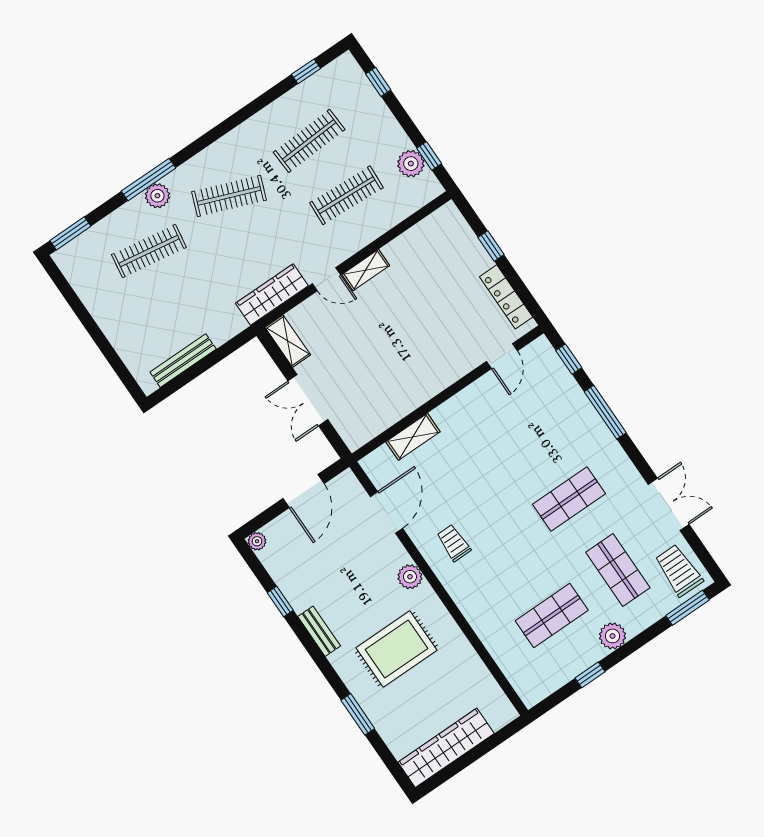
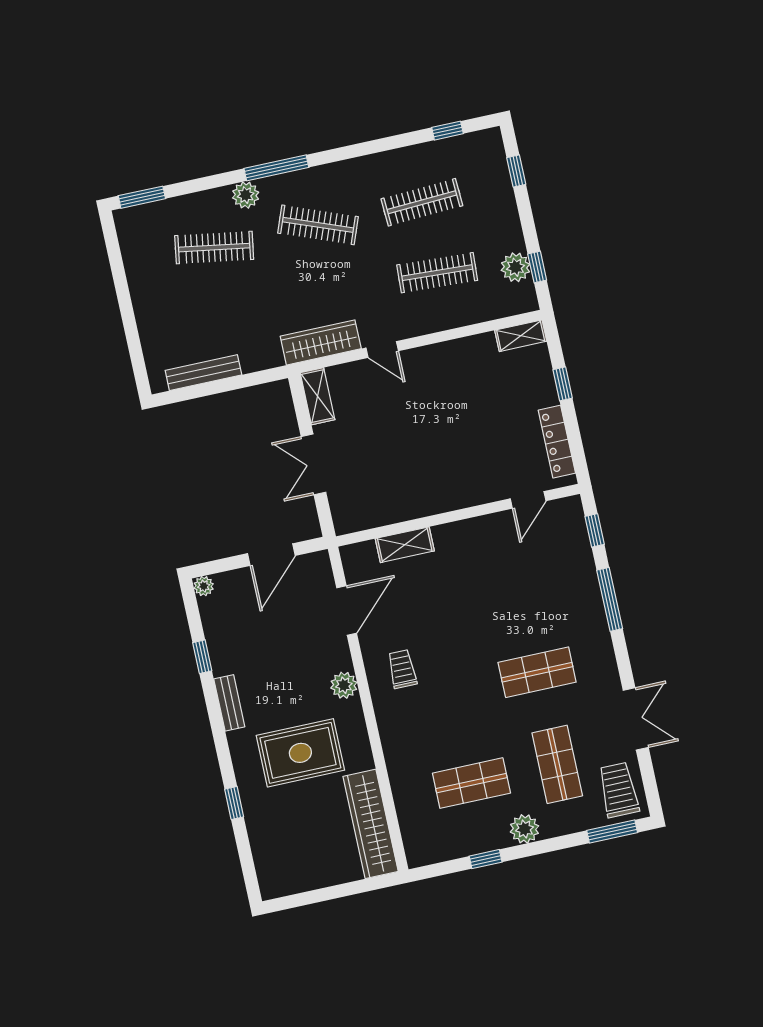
window: (149, 180) -> (276, 168), moved
shelving: (366, 270) -> (521, 336), moved
window: (358, 714) -> (234, 803), width x0.67
wardrobe: (446, 748) -> (371, 824), moved, turned -90

